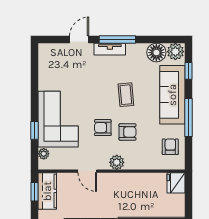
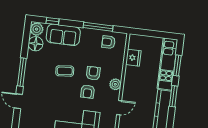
tv unit: (110, 49) -> (28, 79), removed
sofa: (172, 95) -> (63, 35), width x0.73
window: (188, 117) -> (98, 27), moved
fridge: (176, 183) -> (133, 58), moved, turned -90

